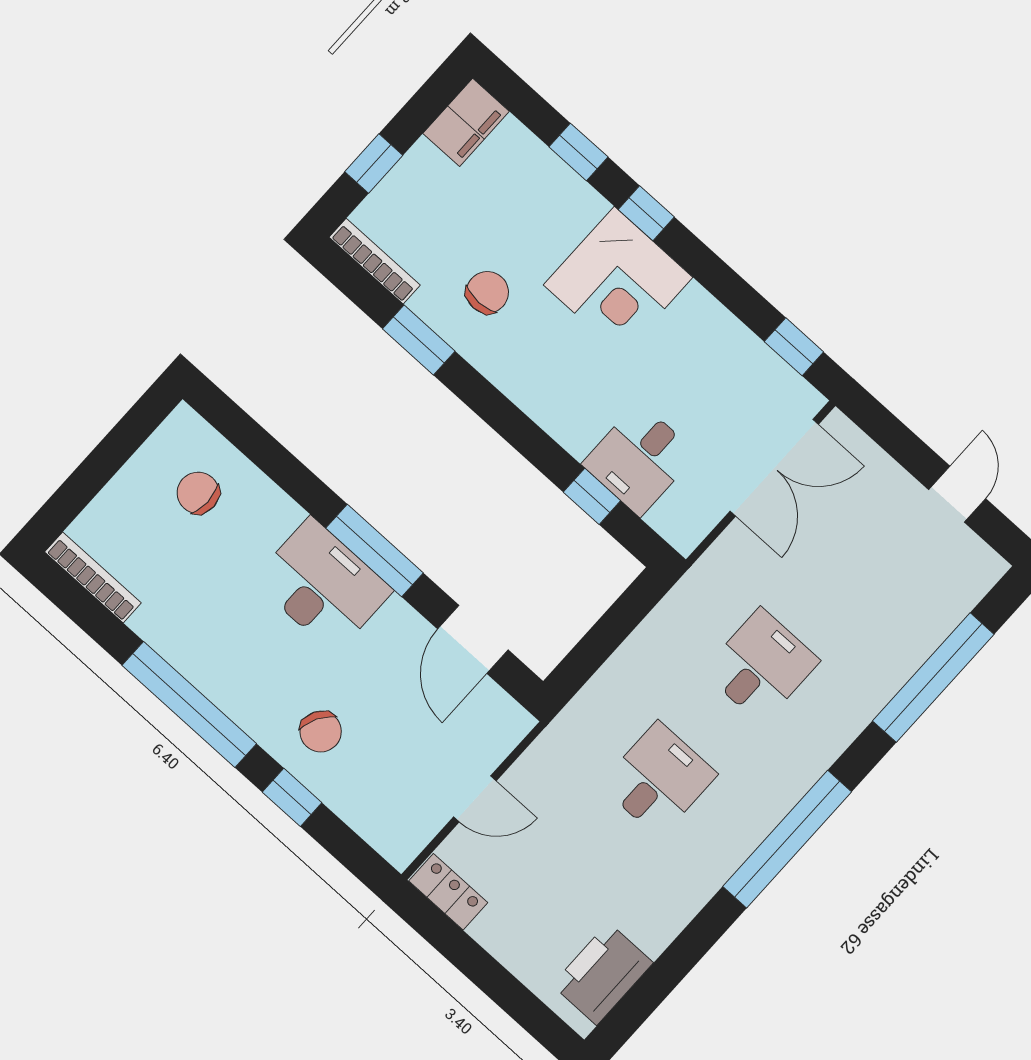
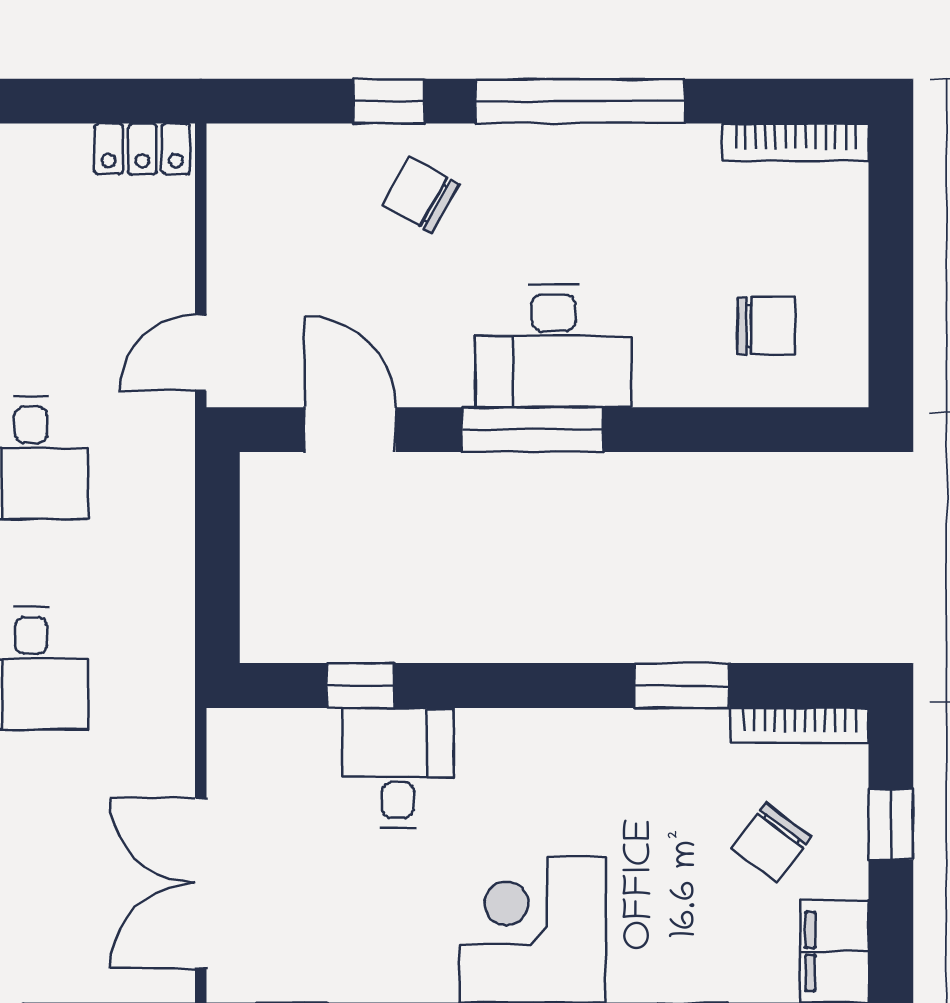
chair: (487, 292) -> (771, 843), moved, turned 37
desk: (639, 459) -> (398, 768), moved
door: (475, 799) -> (201, 353), moved

